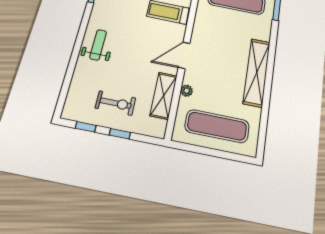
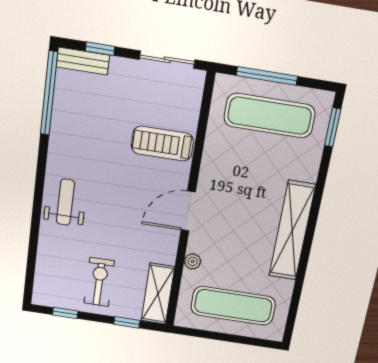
shelving: (164, 96) -> (158, 294), moved
exercise bike: (116, 103) -> (99, 282), turned -90
window: (120, 134) -> (127, 322), moved

